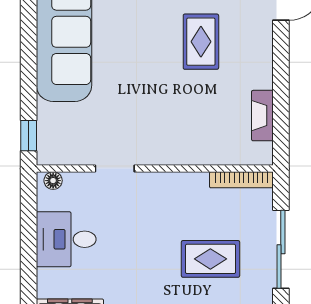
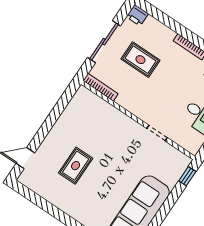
fireplace: (262, 116) -> (70, 111), removed
floor lamp: (53, 181) -> (190, 147), removed

